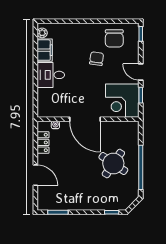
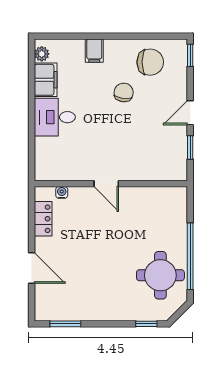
filing cabinet: (77, 31) -> (94, 51), added
chair: (114, 38) -> (150, 62), turned -90
door: (141, 72) -> (190, 113), hinge flipped
corner desk: (122, 101) -> (162, 156), removed
door: (85, 119) -> (106, 184), width x0.53
round table: (113, 164) -> (160, 275), moved, turned -34

